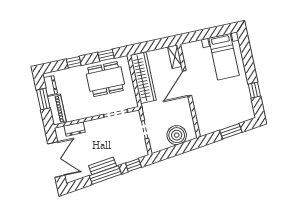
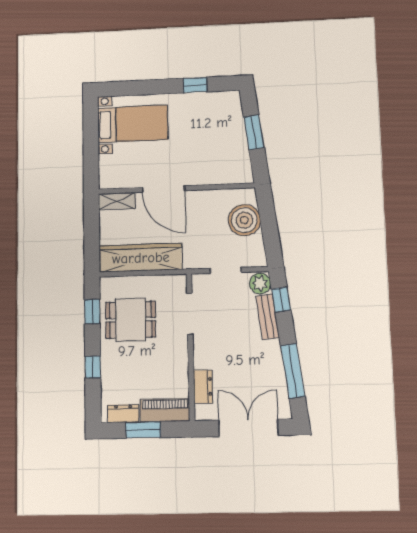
dining table: (105, 79) -> (131, 320), width x0.73
plant: (141, 151) -> (260, 283), added
bench: (102, 166) -> (268, 317), moved
window: (105, 175) -> (293, 371), moved

